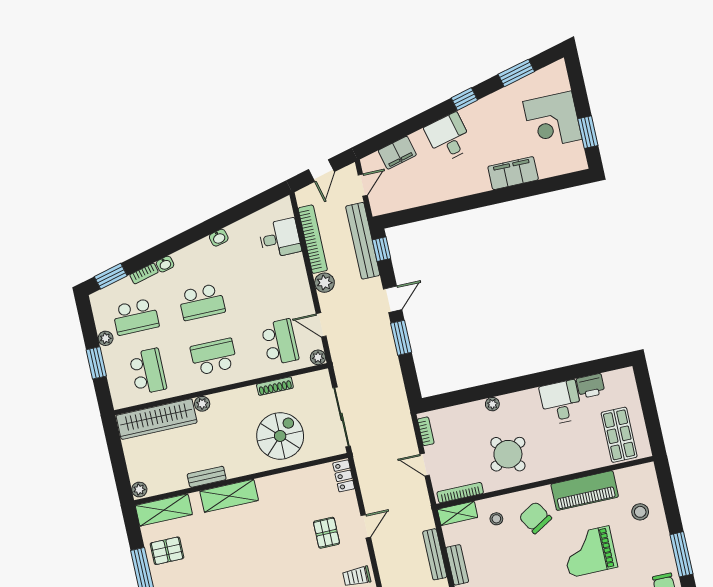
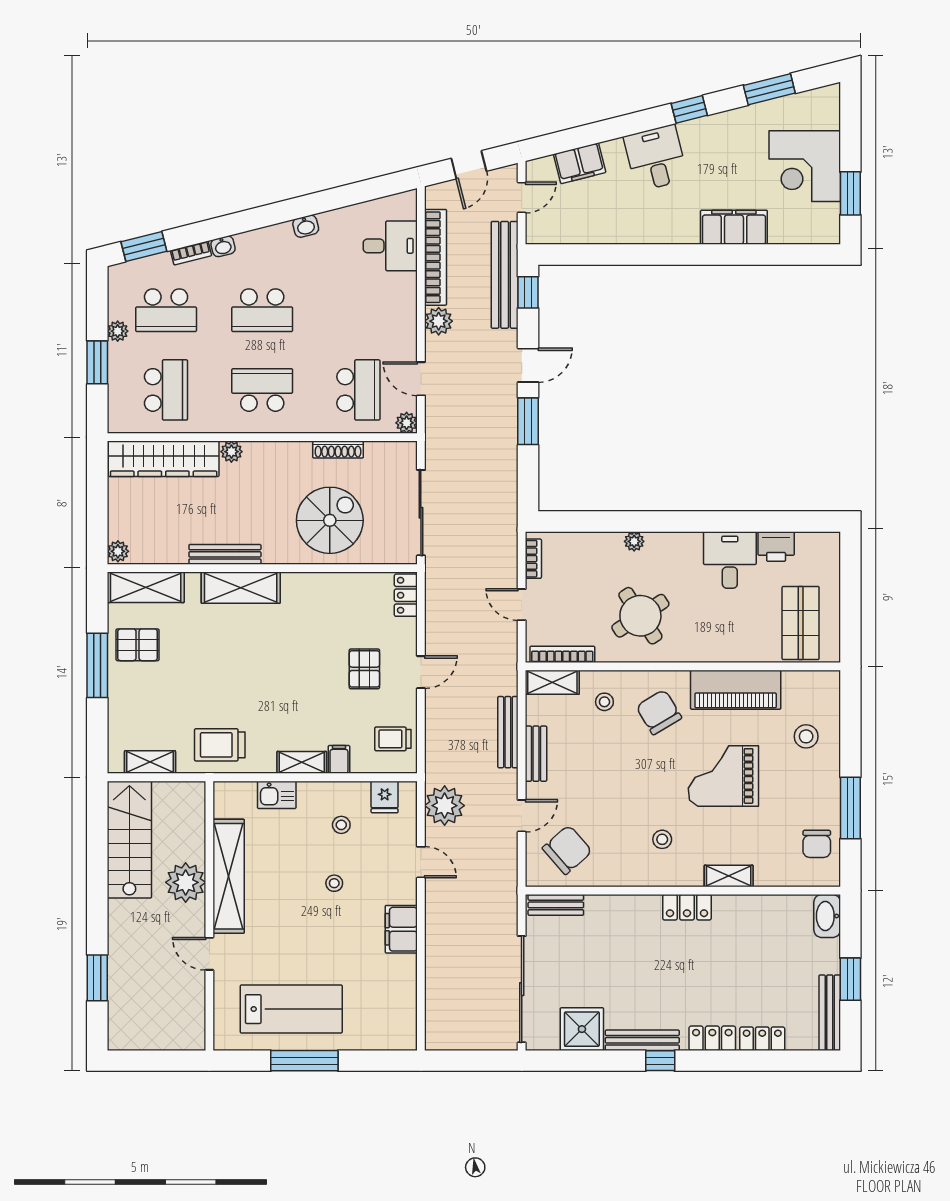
bench: (207, 477) -> (225, 554), width x1.36

